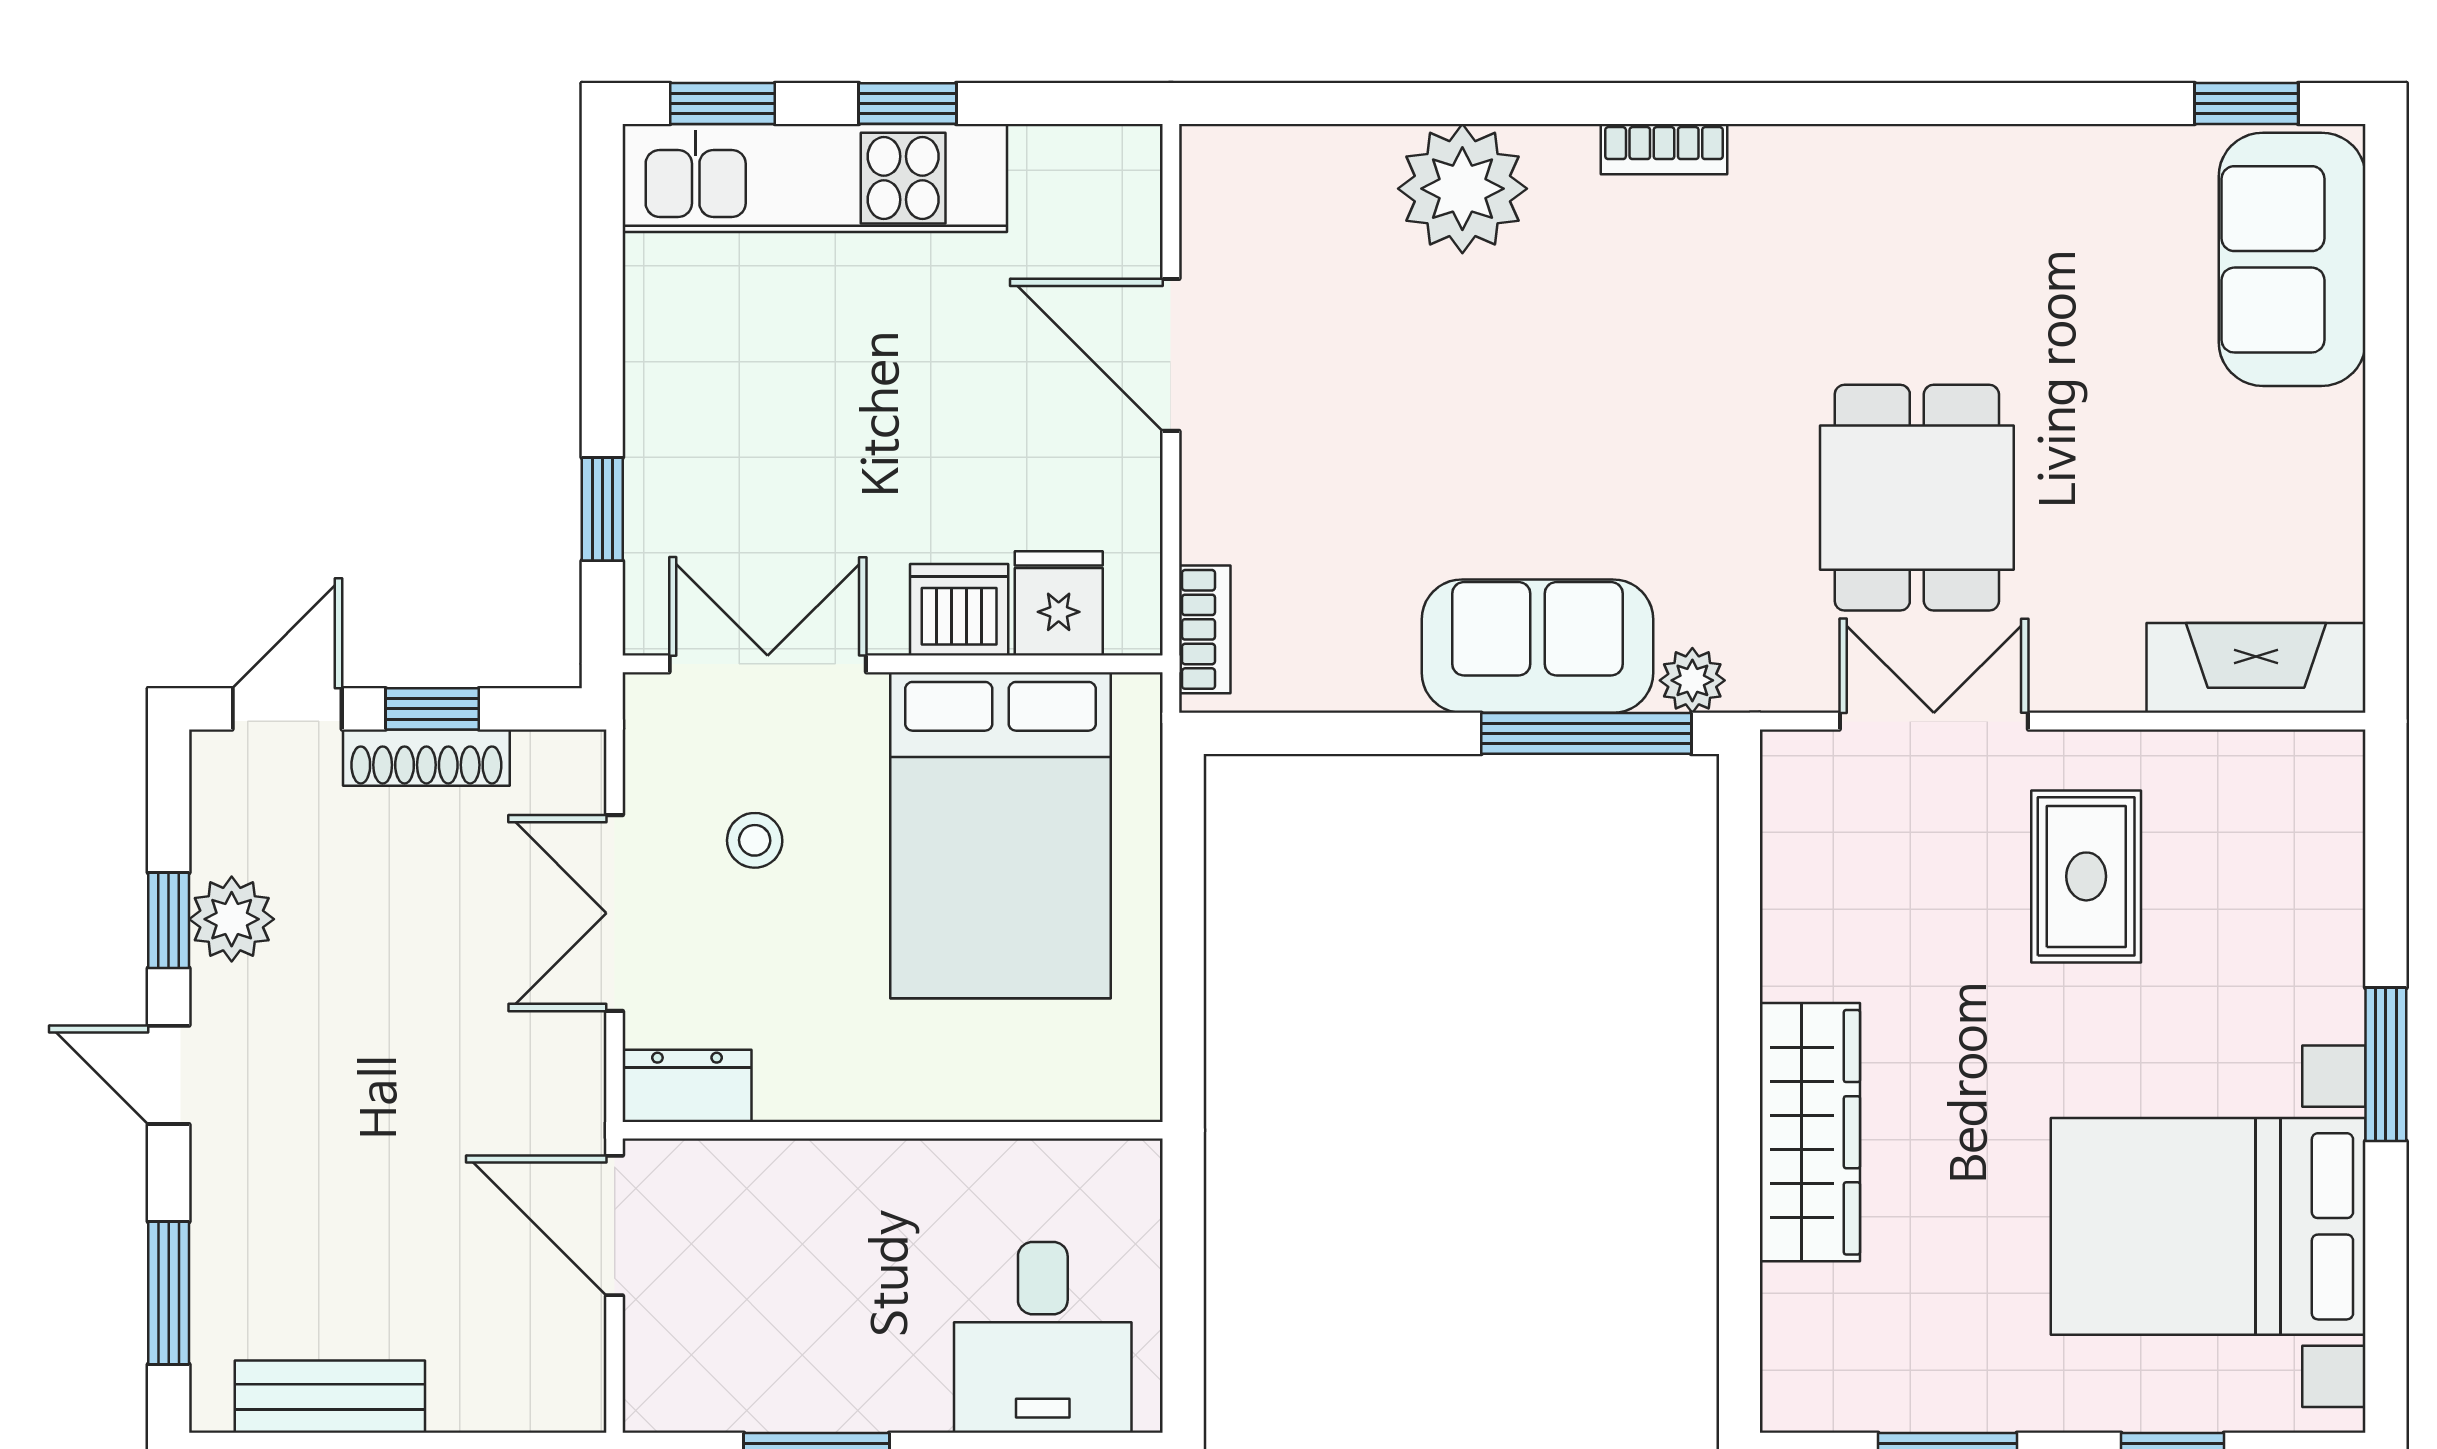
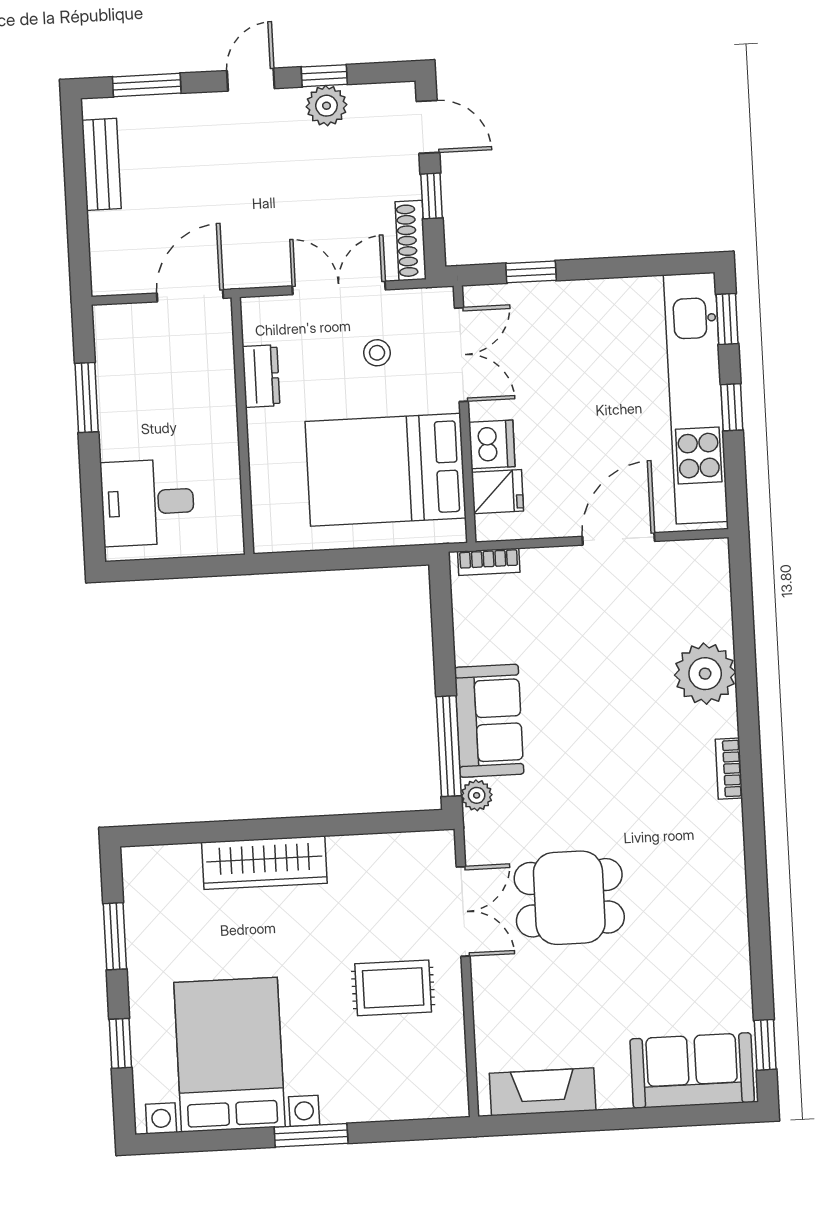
kitchen unit: (815, 178) -> (696, 398), width x1.36
fireplace: (2256, 668) -> (543, 1092), moved, turned -90
shoe rack: (426, 758) -> (411, 240), moved
dresser: (687, 1086) -> (261, 376), moved

